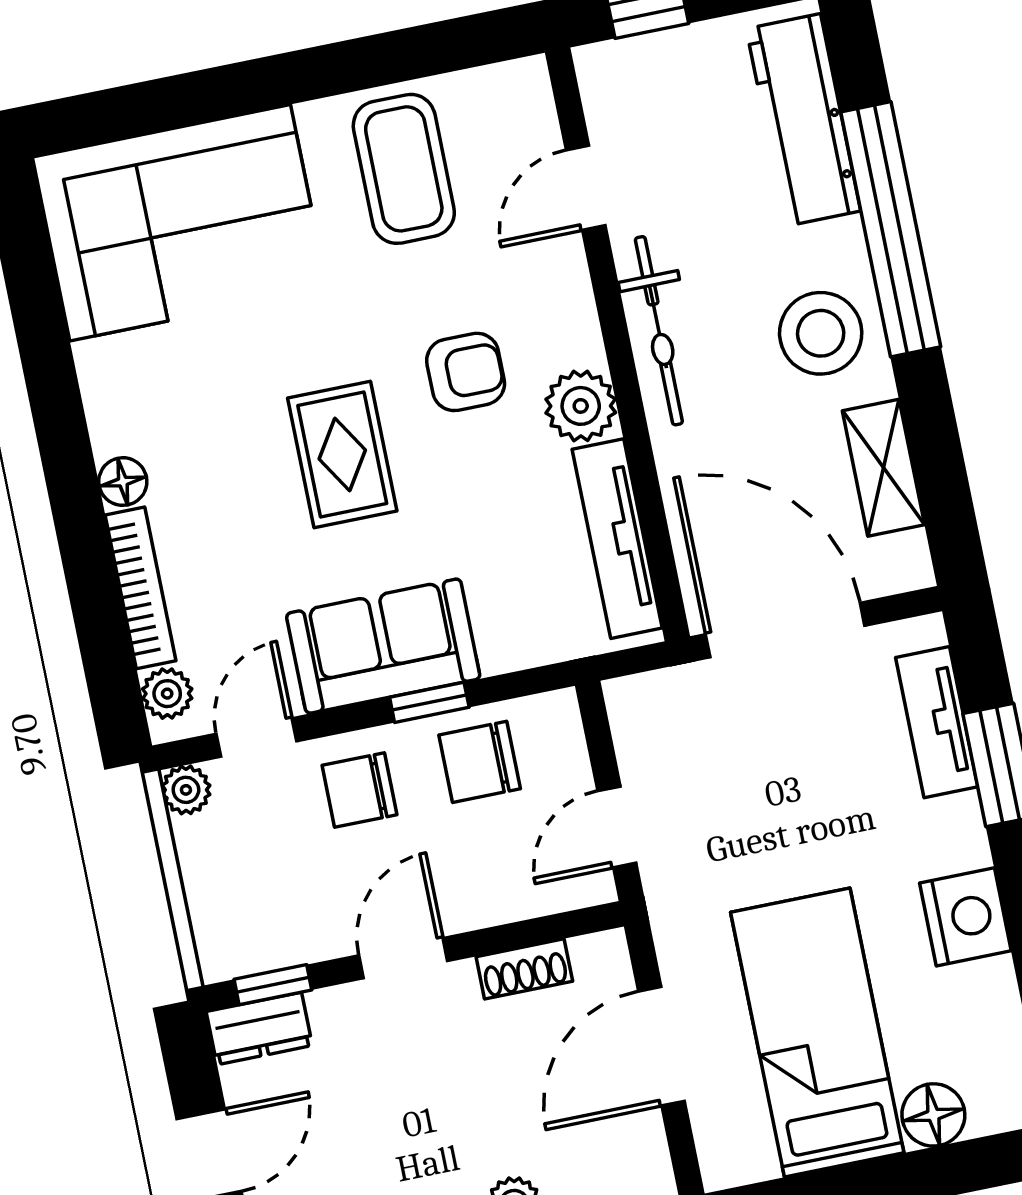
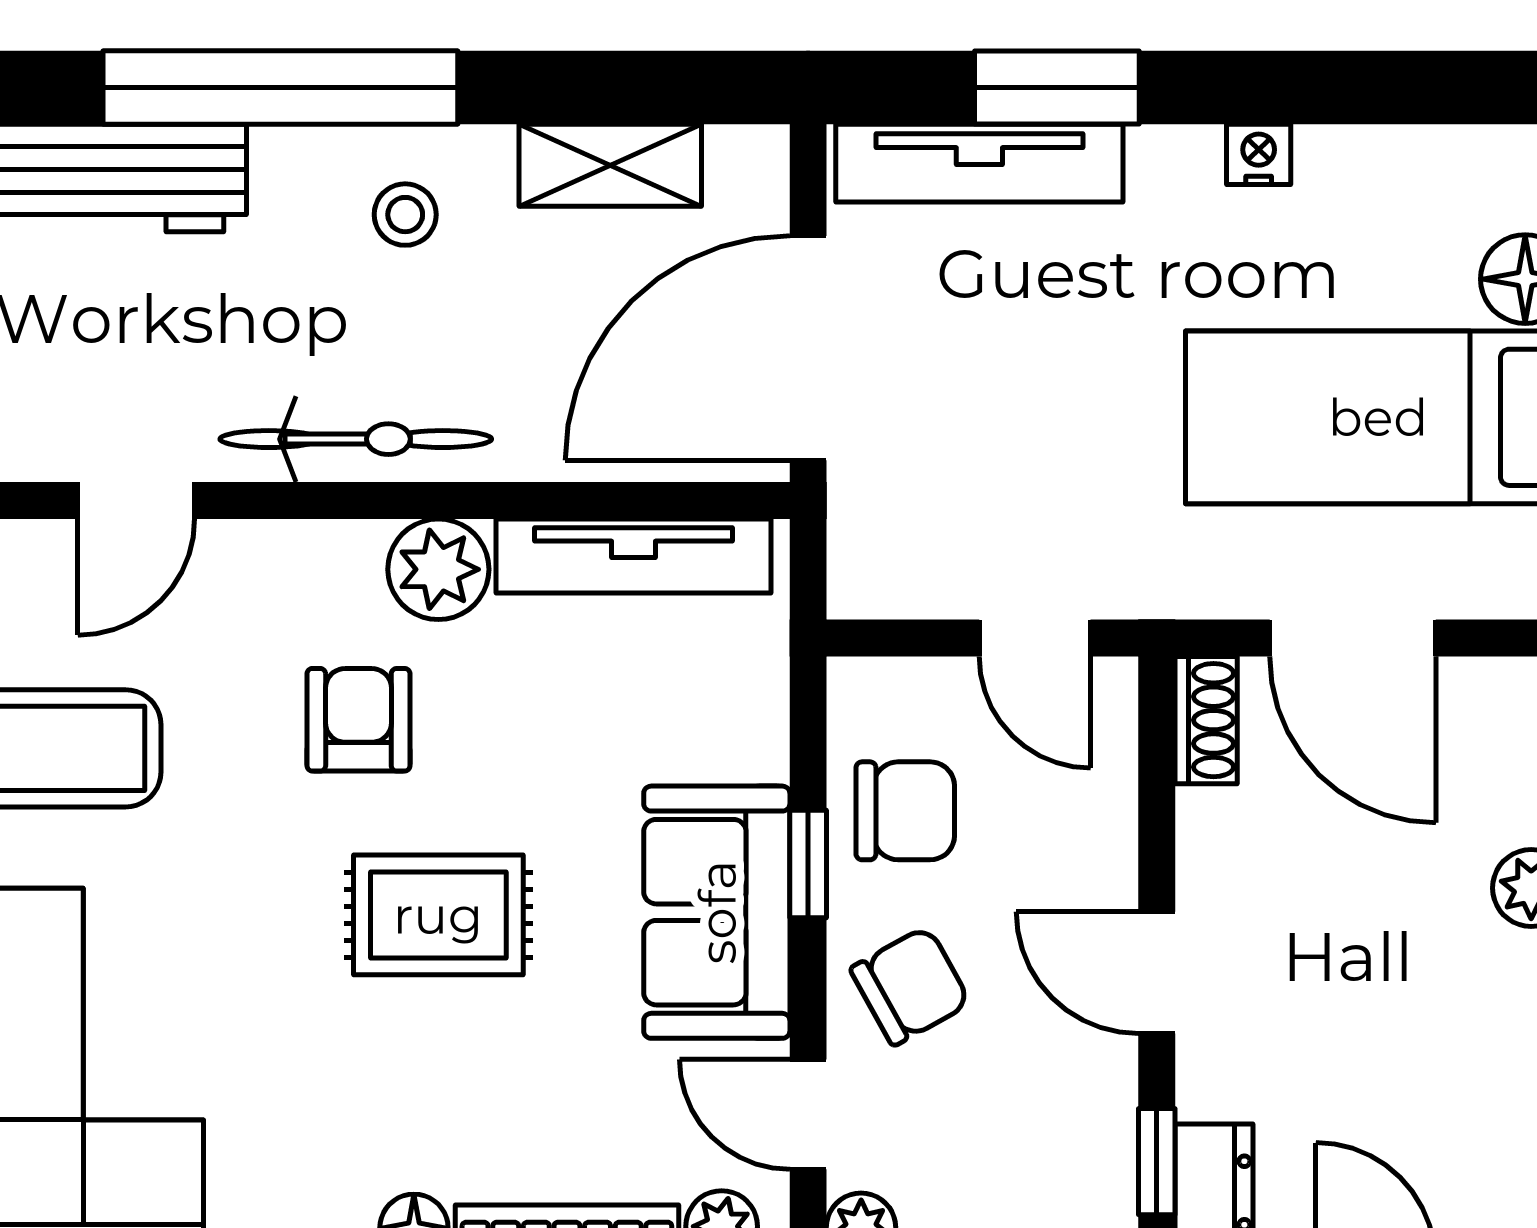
door: (586, 188) -> (136, 500), hinge flipped
stool: (821, 333) -> (405, 215), width x0.53, depth x0.53
tv unit: (937, 722) -> (979, 163), width x1.41
chair: (480, 762) -> (905, 811), turned -90
chair: (360, 790) -> (910, 986), turned -119
nightstand: (965, 917) -> (1259, 154), width x0.53, depth x0.56
shoe rack: (524, 969) -> (1206, 720), moved

